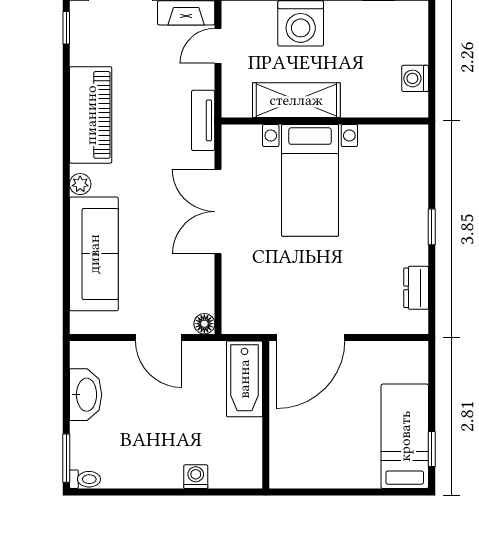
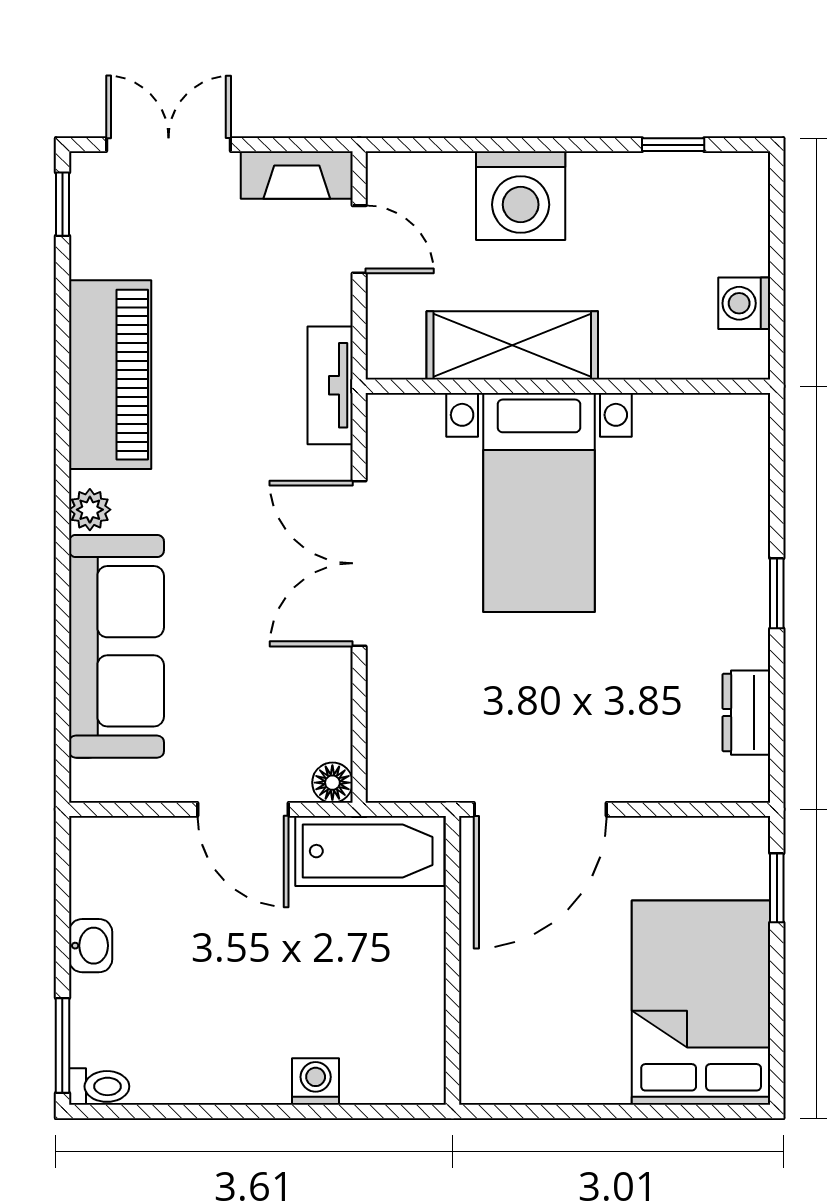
door: (218, 46) -> (359, 239), swing flipped
bathtub: (244, 379) -> (370, 851), moved, turned -90
washbasin: (86, 395) -> (91, 946), width x0.52, depth x0.69
bed: (405, 436) -> (701, 1003), width x1.50
window: (432, 449) -> (777, 888), moved

